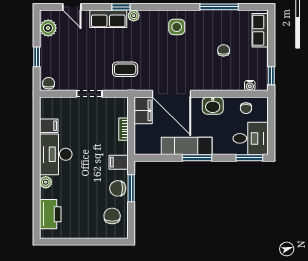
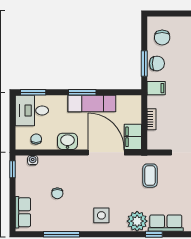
plant: (134, 16) -> (137, 221), width x1.87, depth x1.87
coffee table: (125, 69) -> (150, 176), turned 90

